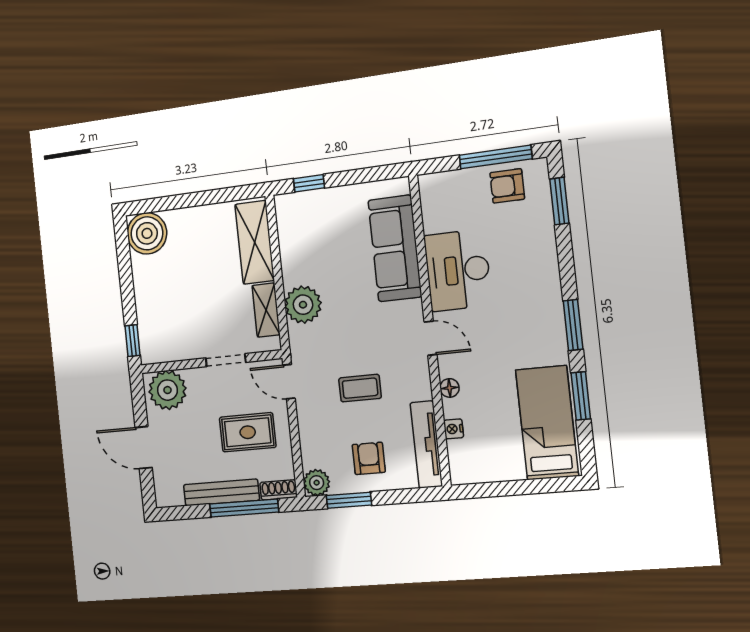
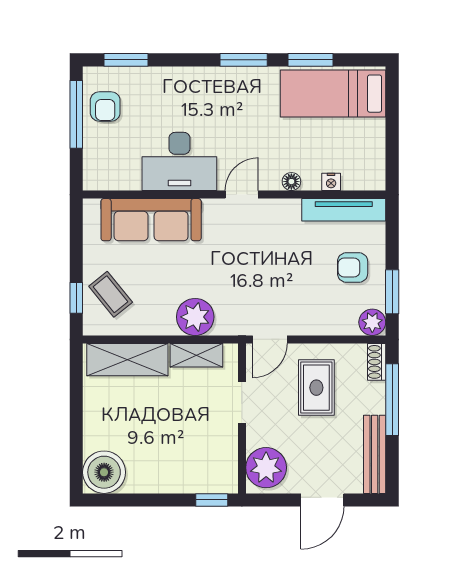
coffee table: (360, 388) -> (111, 294), moved, turned -39
bench: (221, 492) -> (375, 454), moved

